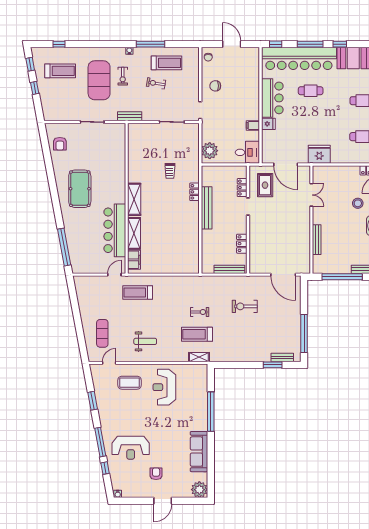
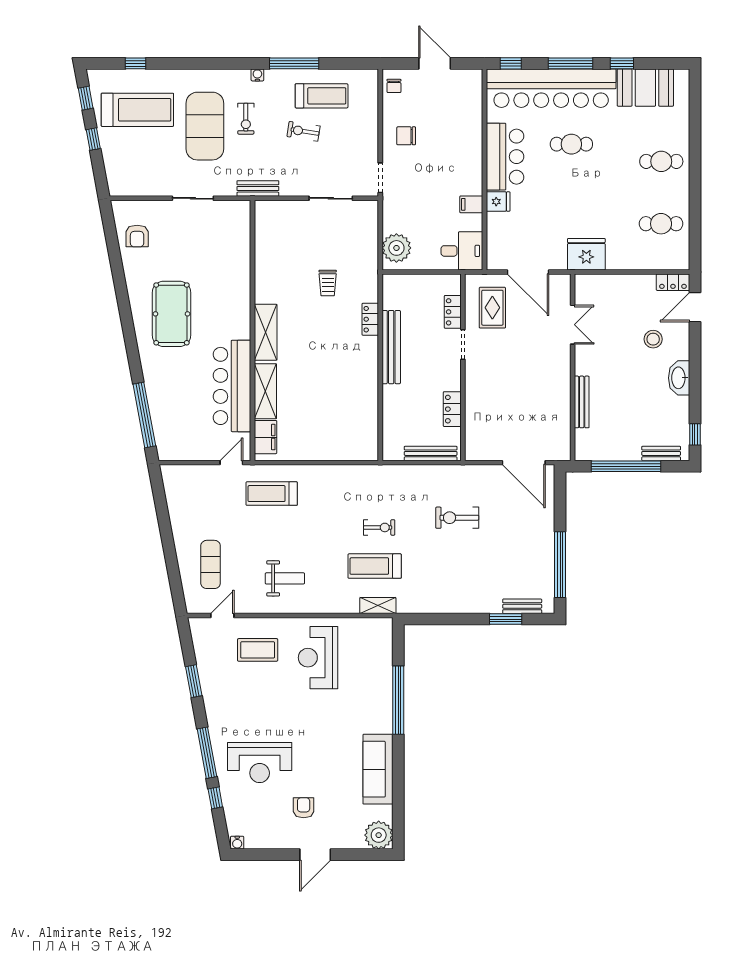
treadmill: (60, 71) -> (137, 110), width x1.37, depth x1.38

